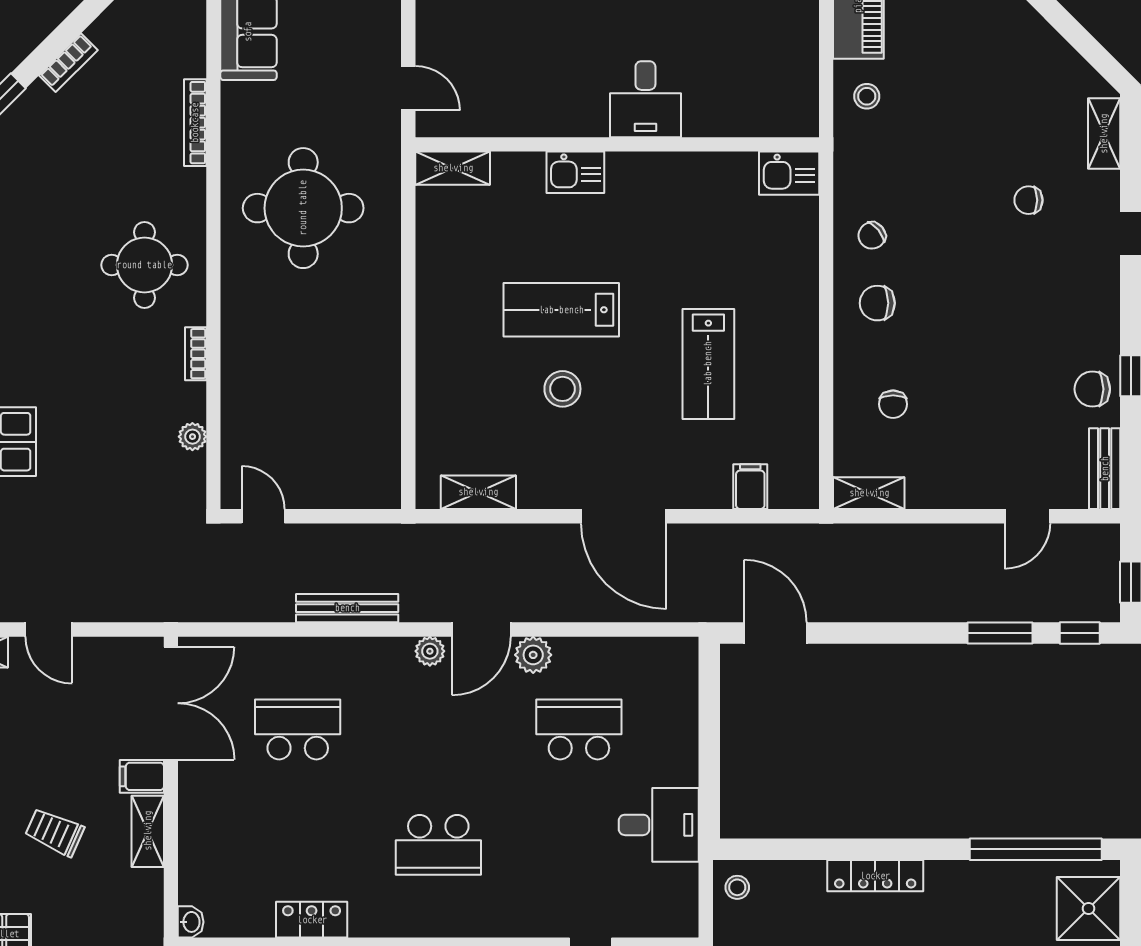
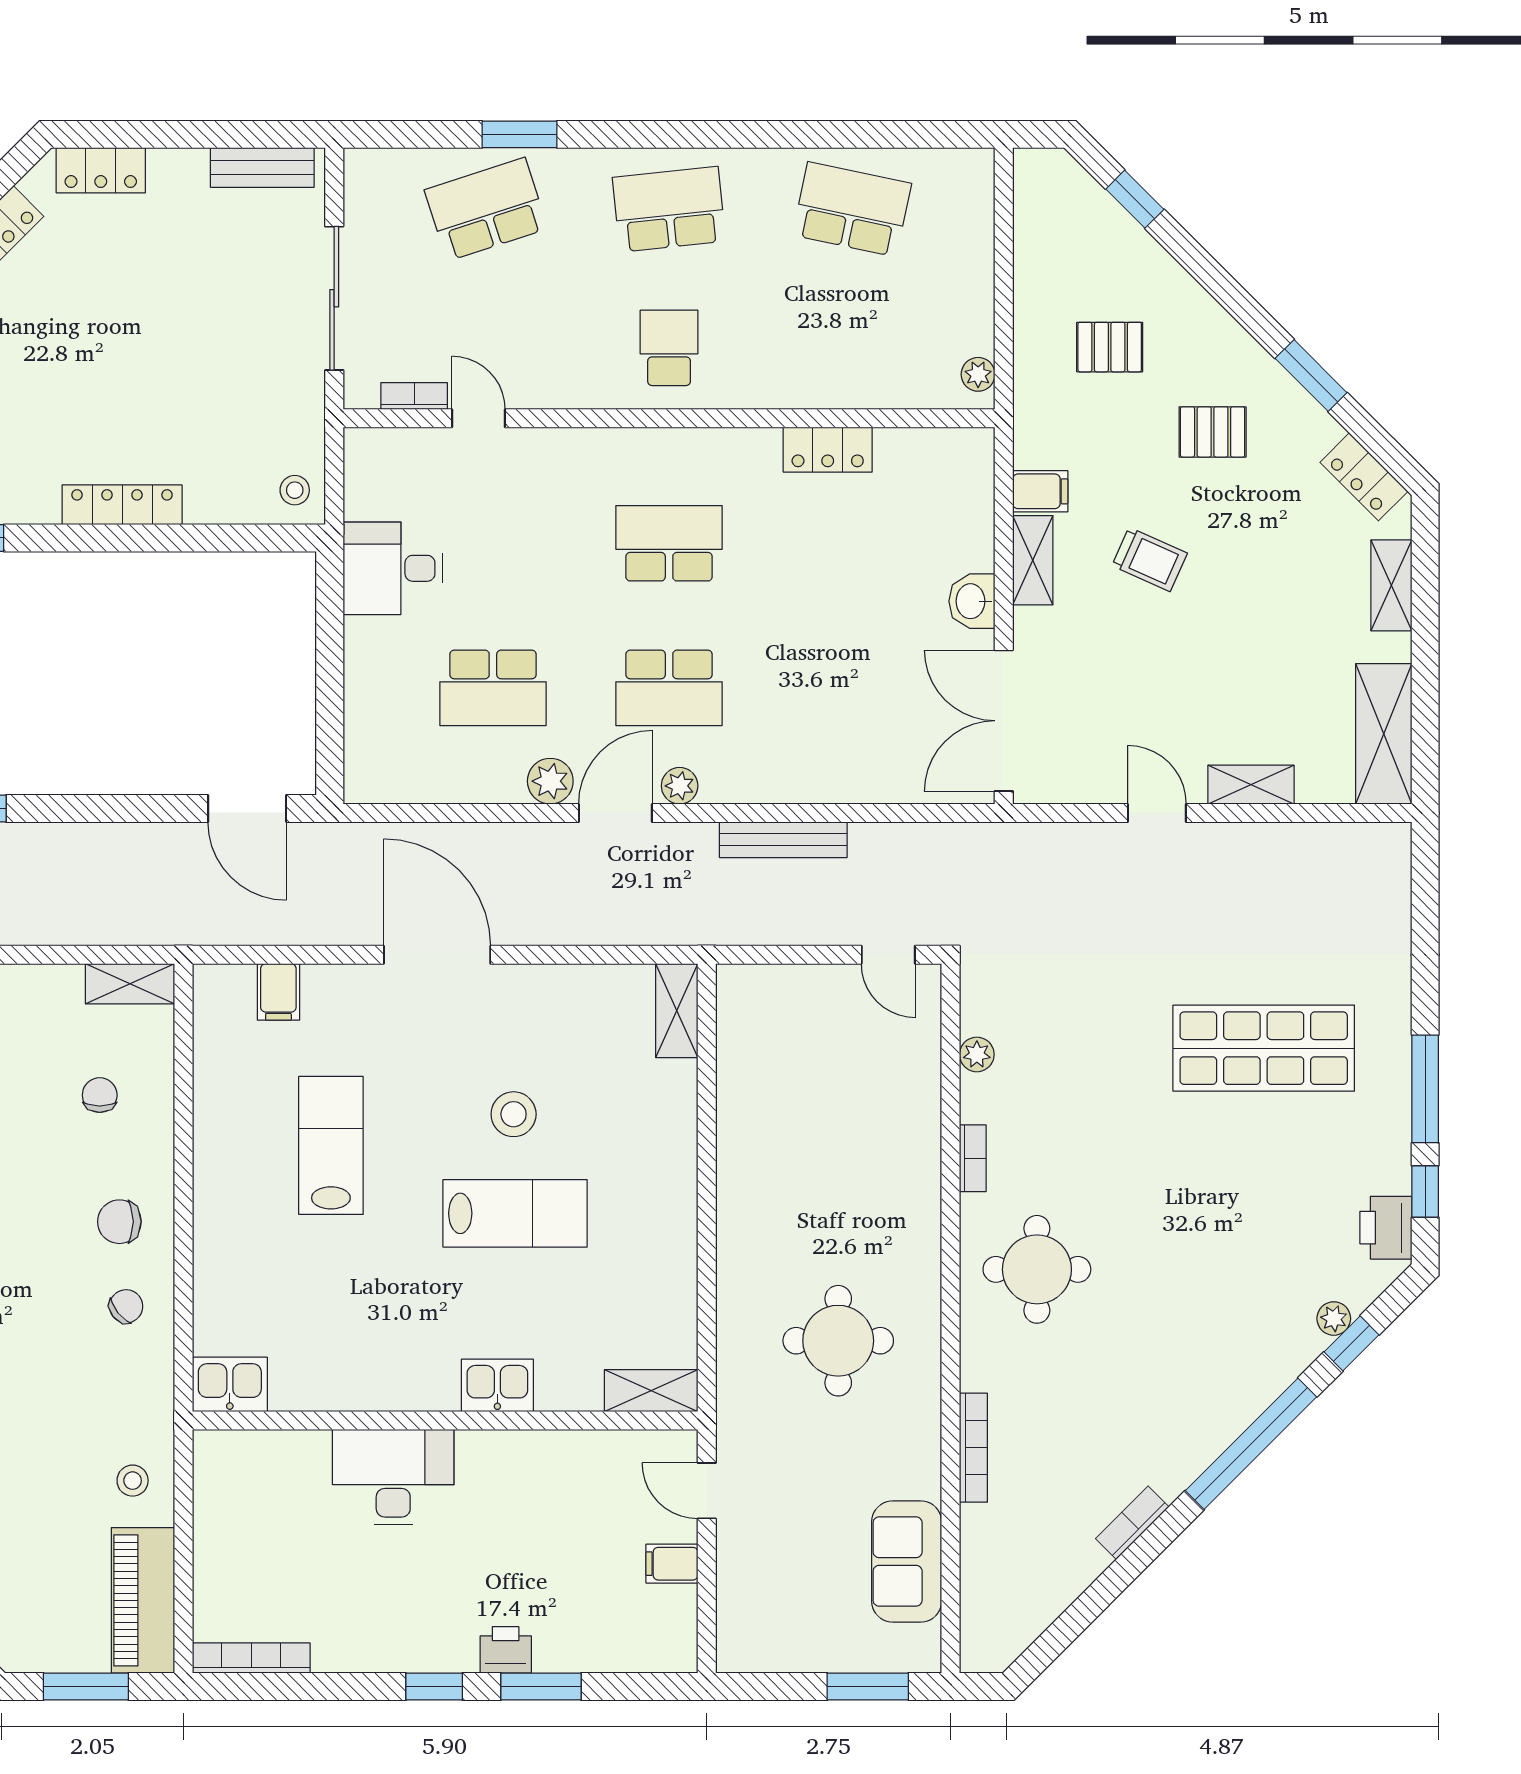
filing cabinet: (436, 30) -> (672, 1564), added
desk: (645, 99) -> (393, 1477), width x1.37
round table: (303, 208) -> (838, 1341), width x0.73, depth x0.73
chair: (877, 303) -> (119, 1222), turned 180
shelving: (478, 492) -> (677, 1011), moved, turned 90
school desk: (298, 729) -> (669, 688), moved
filing cabinet: (142, 776) -> (1040, 491), moved
washbasin: (191, 922) -> (972, 601), moved, width x1.38, depth x1.45

